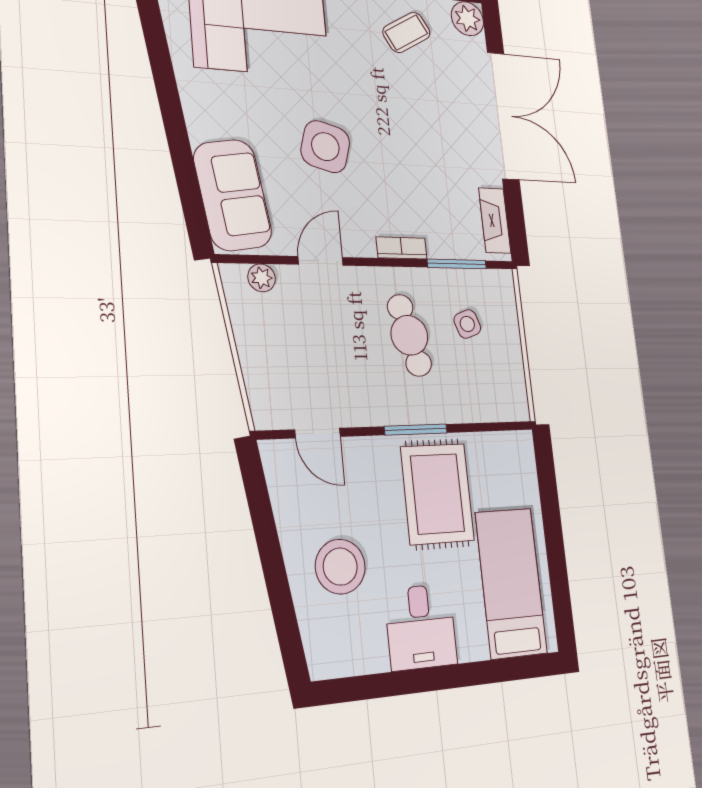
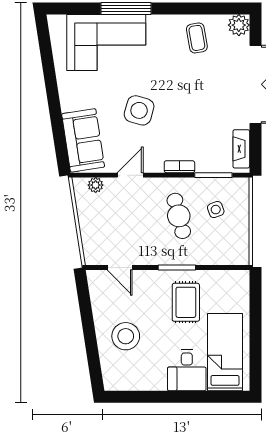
coffee table: (406, 32) -> (197, 38), turned -70
rug: (437, 494) -> (186, 302), width x0.73, depth x0.70
desk: (421, 627) -> (187, 370), moved

